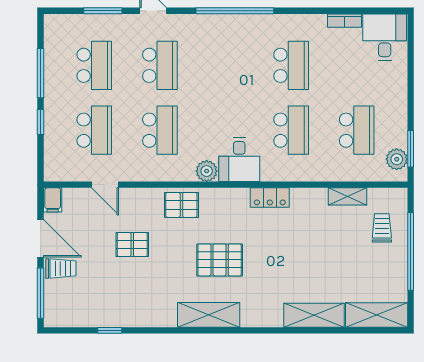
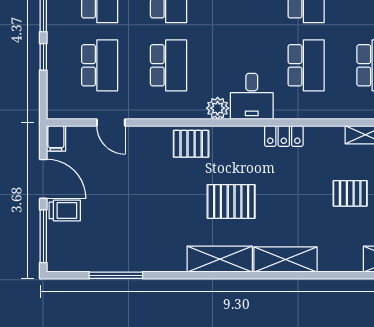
pallet: (132, 244) -> (350, 193), moved
shelving: (314, 315) -> (286, 259), moved
window: (110, 330) -> (116, 275), width x2.17

